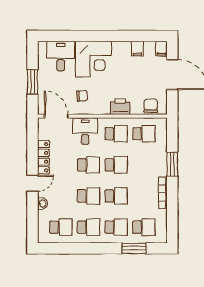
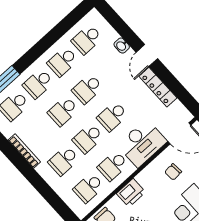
desk: (85, 131) -> (142, 143), width x1.37
window: (172, 164) -> (39, 184), removed
school desk: (144, 165) -> (64, 161), added

